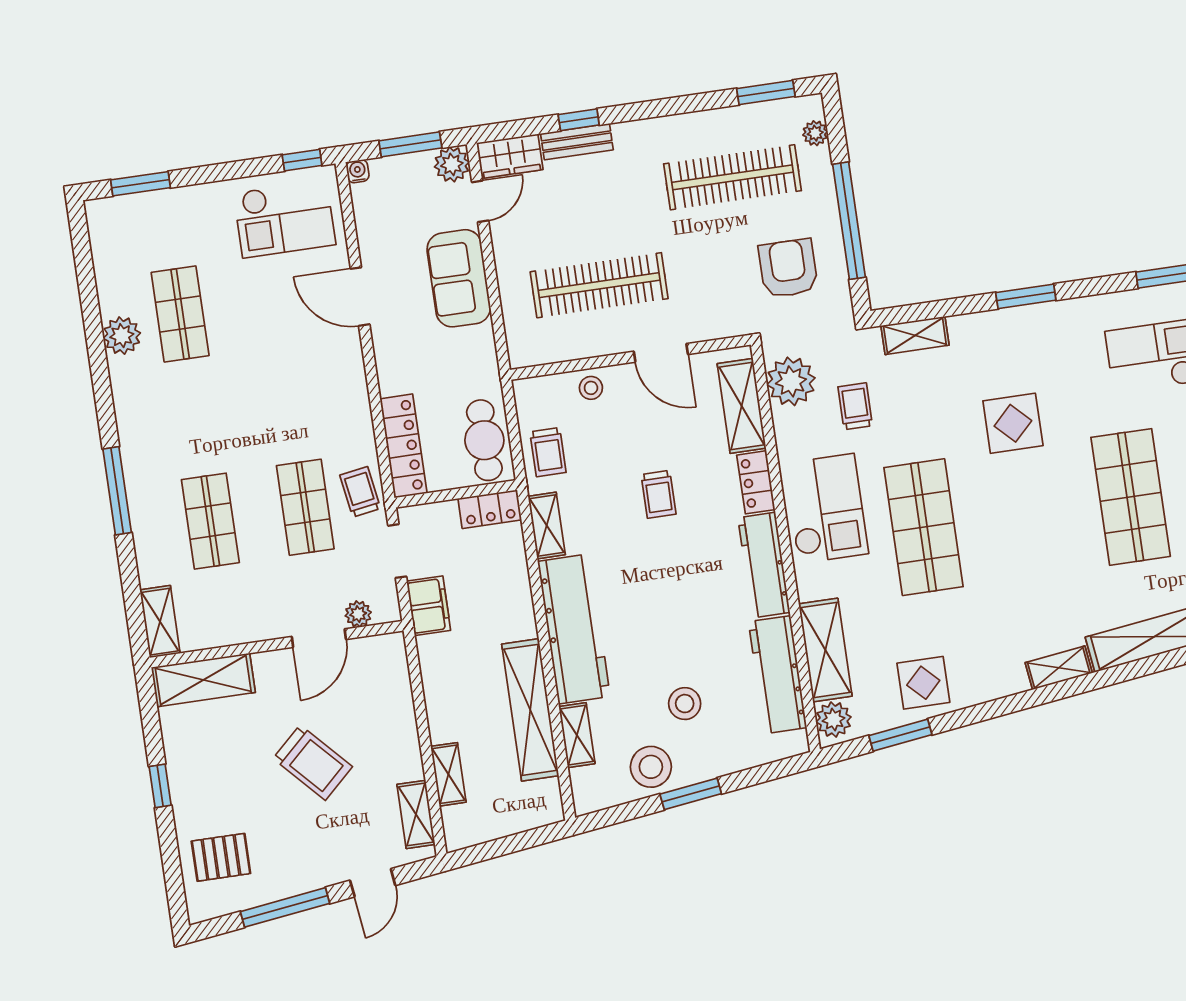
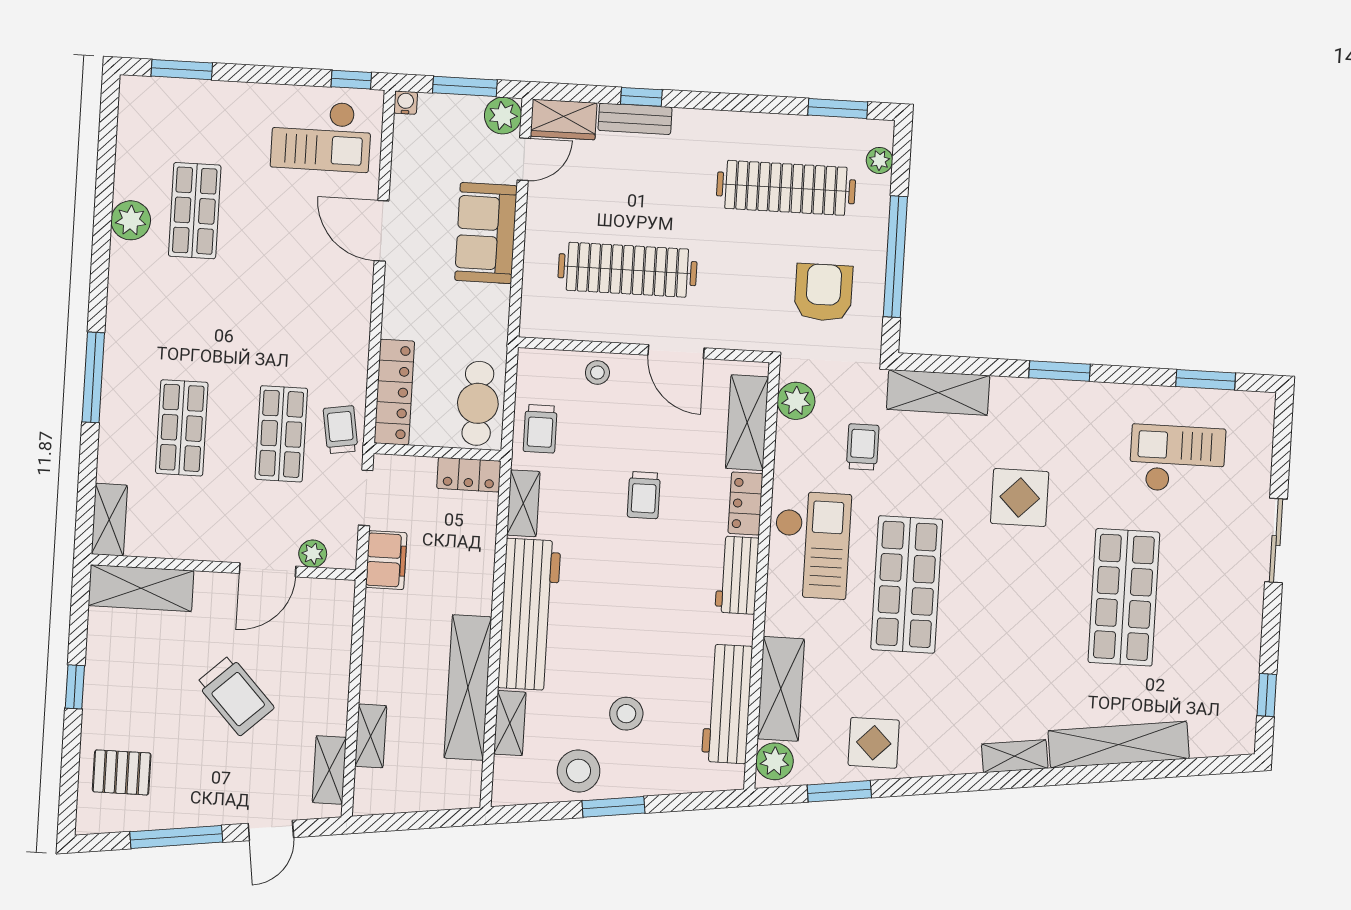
shelving: (915, 335) -> (938, 392), width x1.50, depth x1.33
plant: (791, 381) -> (796, 401), width x0.73, depth x0.73
workbench: (764, 565) -> (737, 575), width x0.73

